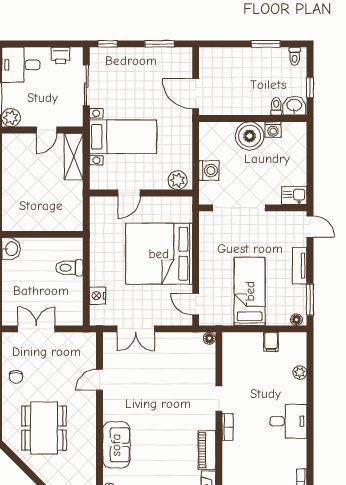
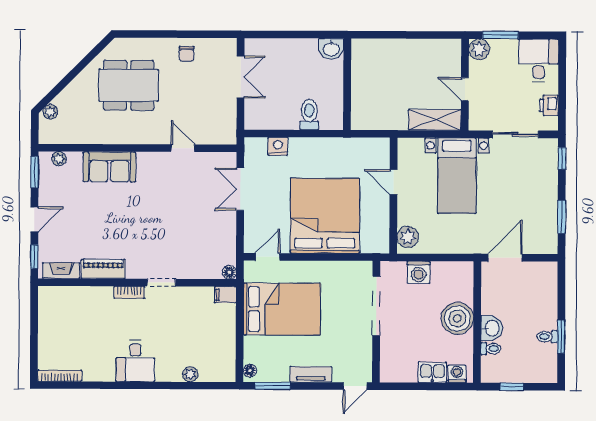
toilet: (295, 56) -> (547, 337), moved
washbasin: (294, 106) -> (492, 328), moved
washing machine: (273, 130) -> (457, 374), moved, turned 90
kitchen sink: (294, 196) -> (432, 372), moved, turned -90
bed: (250, 291) -> (282, 309), width x1.50
filing cabinet: (271, 342) -> (225, 295), moved
chair: (16, 377) -> (187, 54), turned -90

